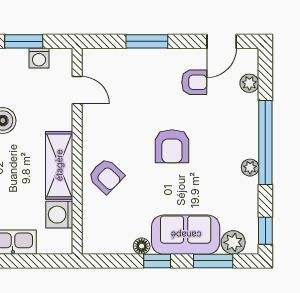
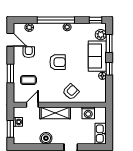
coffee table: (132, 82) -> (28, 80), added
shelving: (59, 165) -> (55, 113), moved

